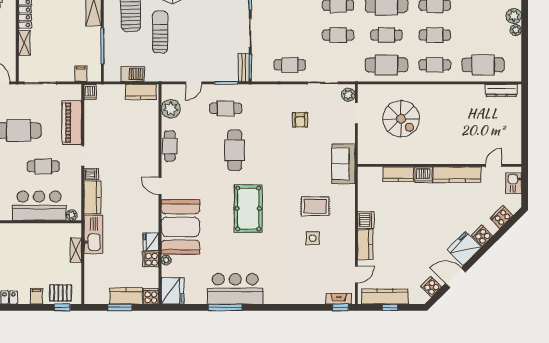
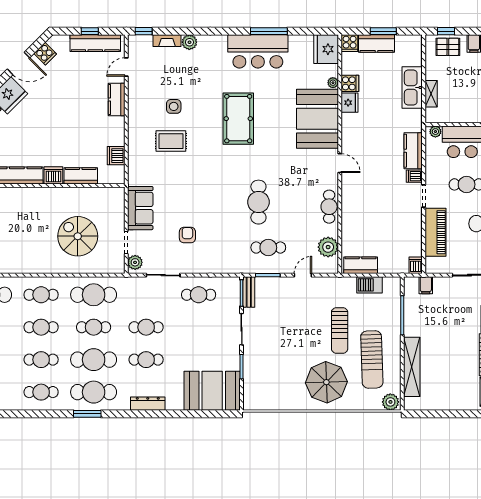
sofa: (343, 164) -> (140, 208), moved
pool table: (248, 209) -> (238, 119), moved
dishwasher: (366, 220) -> (116, 156), moved
kitchen sink: (93, 234) -> (412, 88), moved
plant: (298, 297) -> (189, 42), added
fireplace: (339, 299) -> (167, 41), moved

